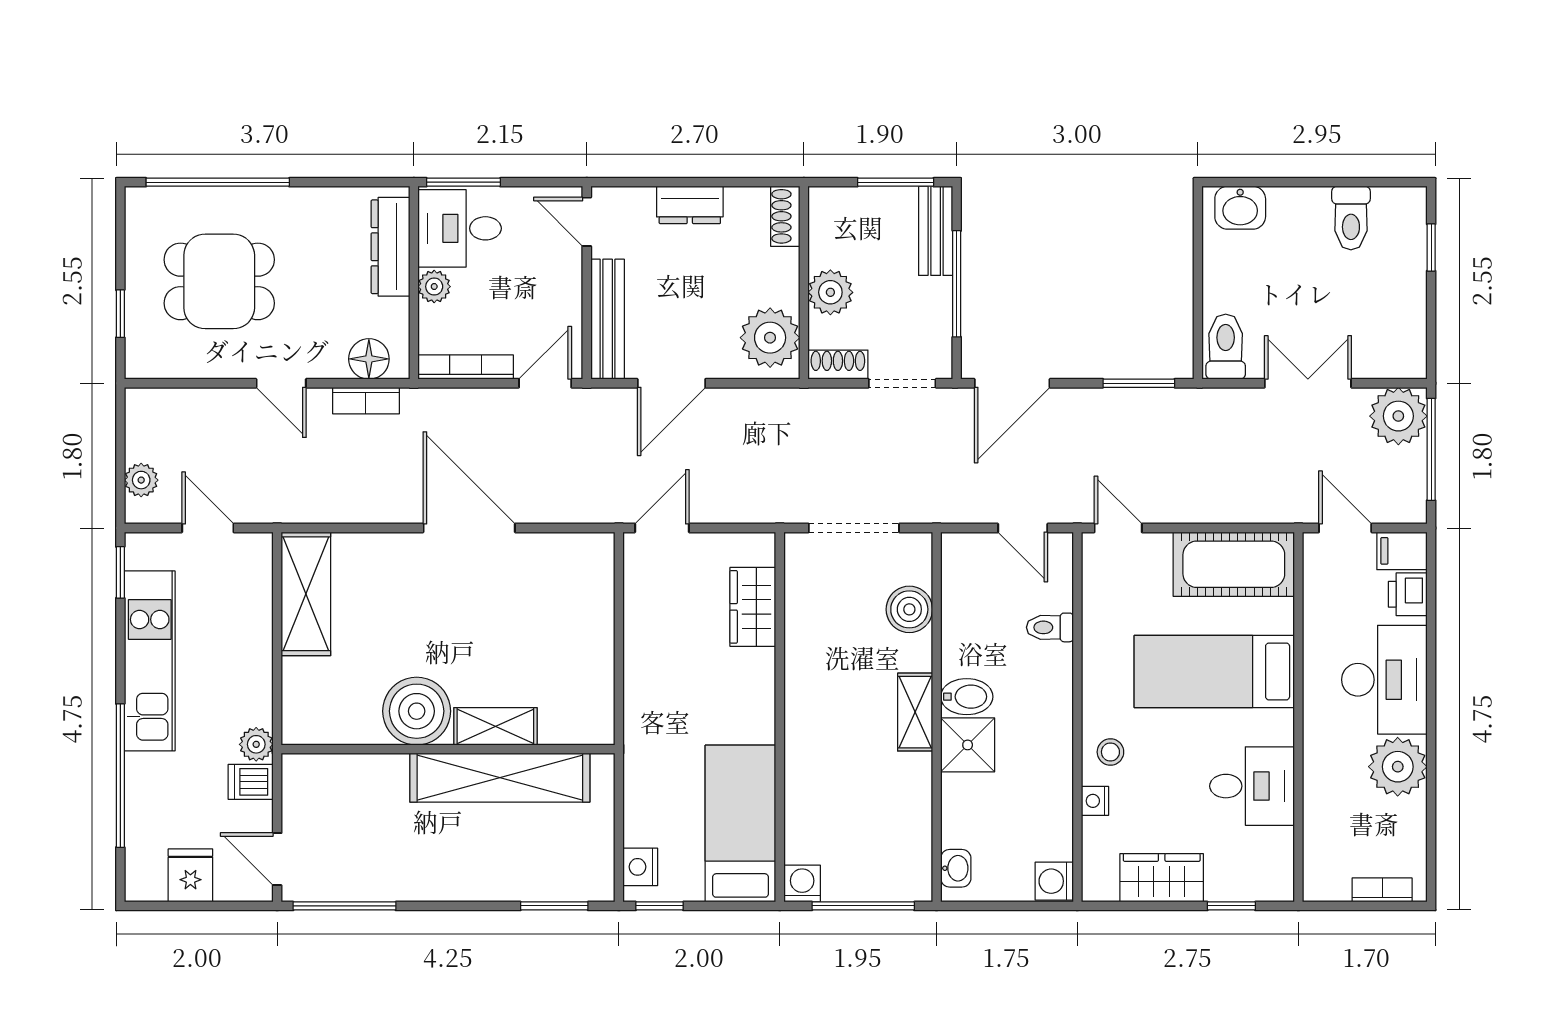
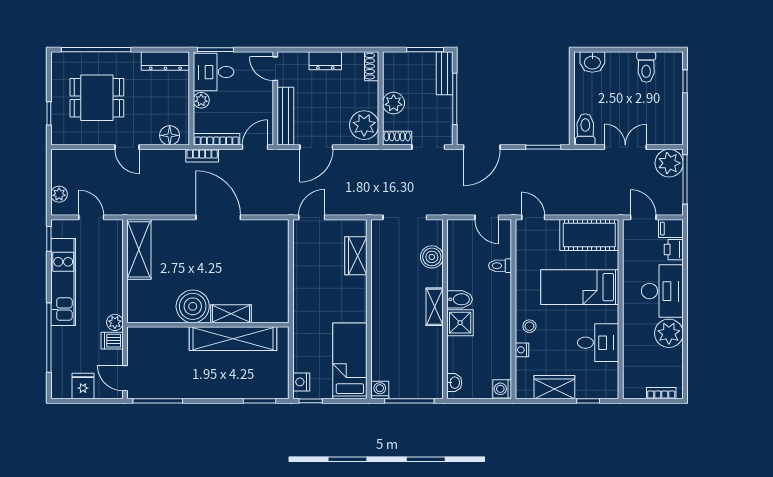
dresser: (390, 247) -> (165, 61), moved, turned -90
bookcase: (366, 401) -> (202, 156), moved

